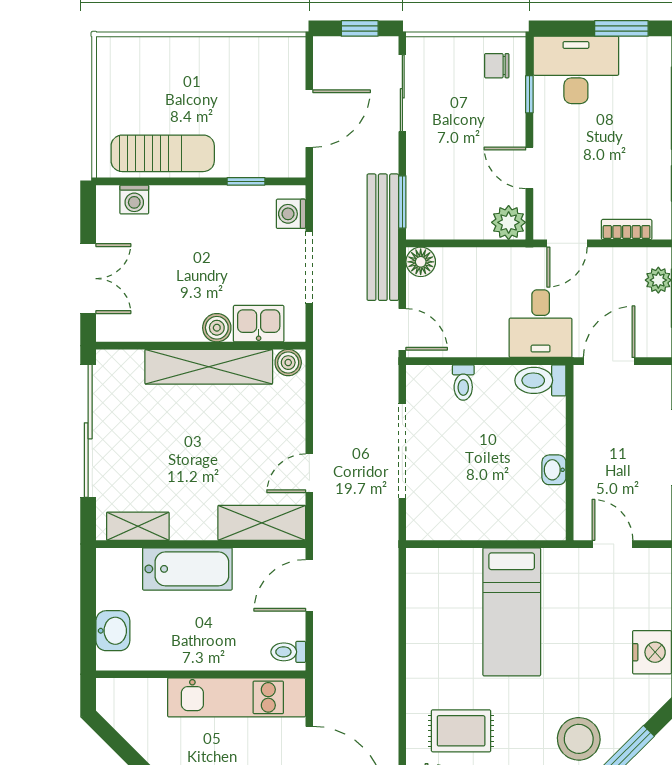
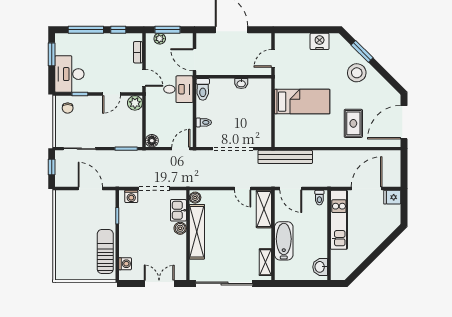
bench: (383, 237) -> (285, 157), moved
washbasin: (113, 631) -> (320, 267), moved, turned -90

